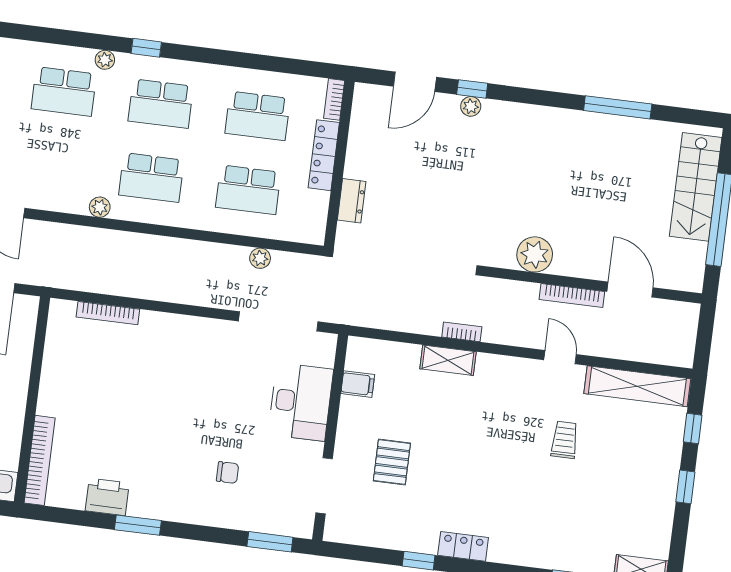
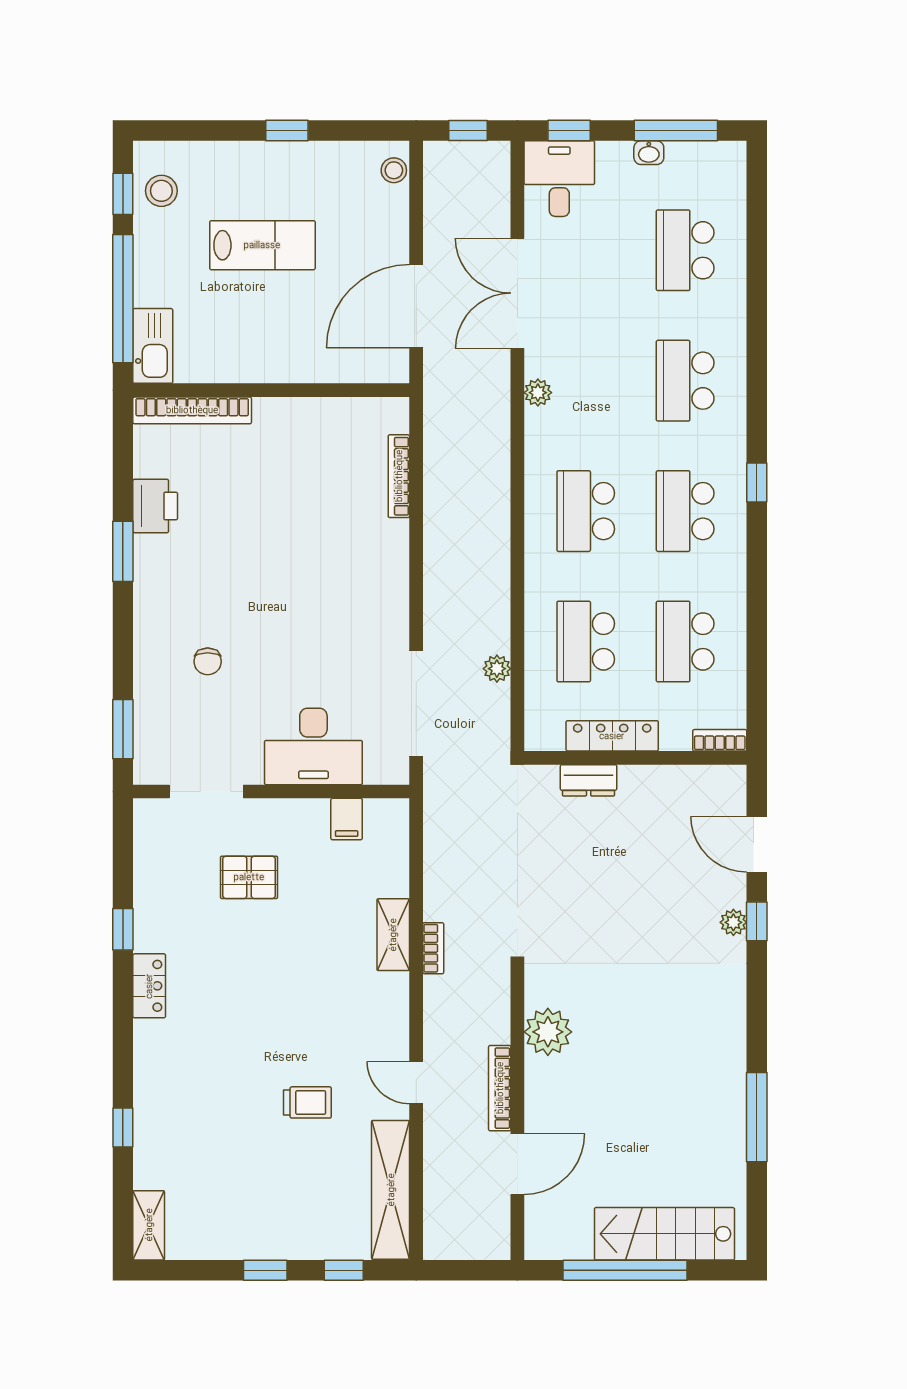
plant: (105, 60) -> (734, 430), removed
locker: (324, 155) -> (612, 736), moved
plant: (100, 207) -> (538, 393), moved
door: (560, 357) -> (416, 1083), swing flipped

